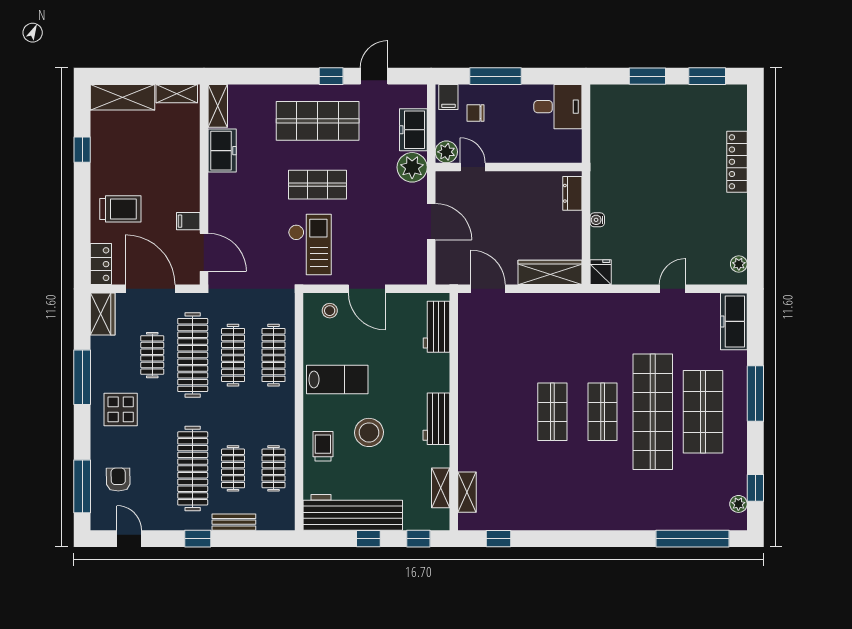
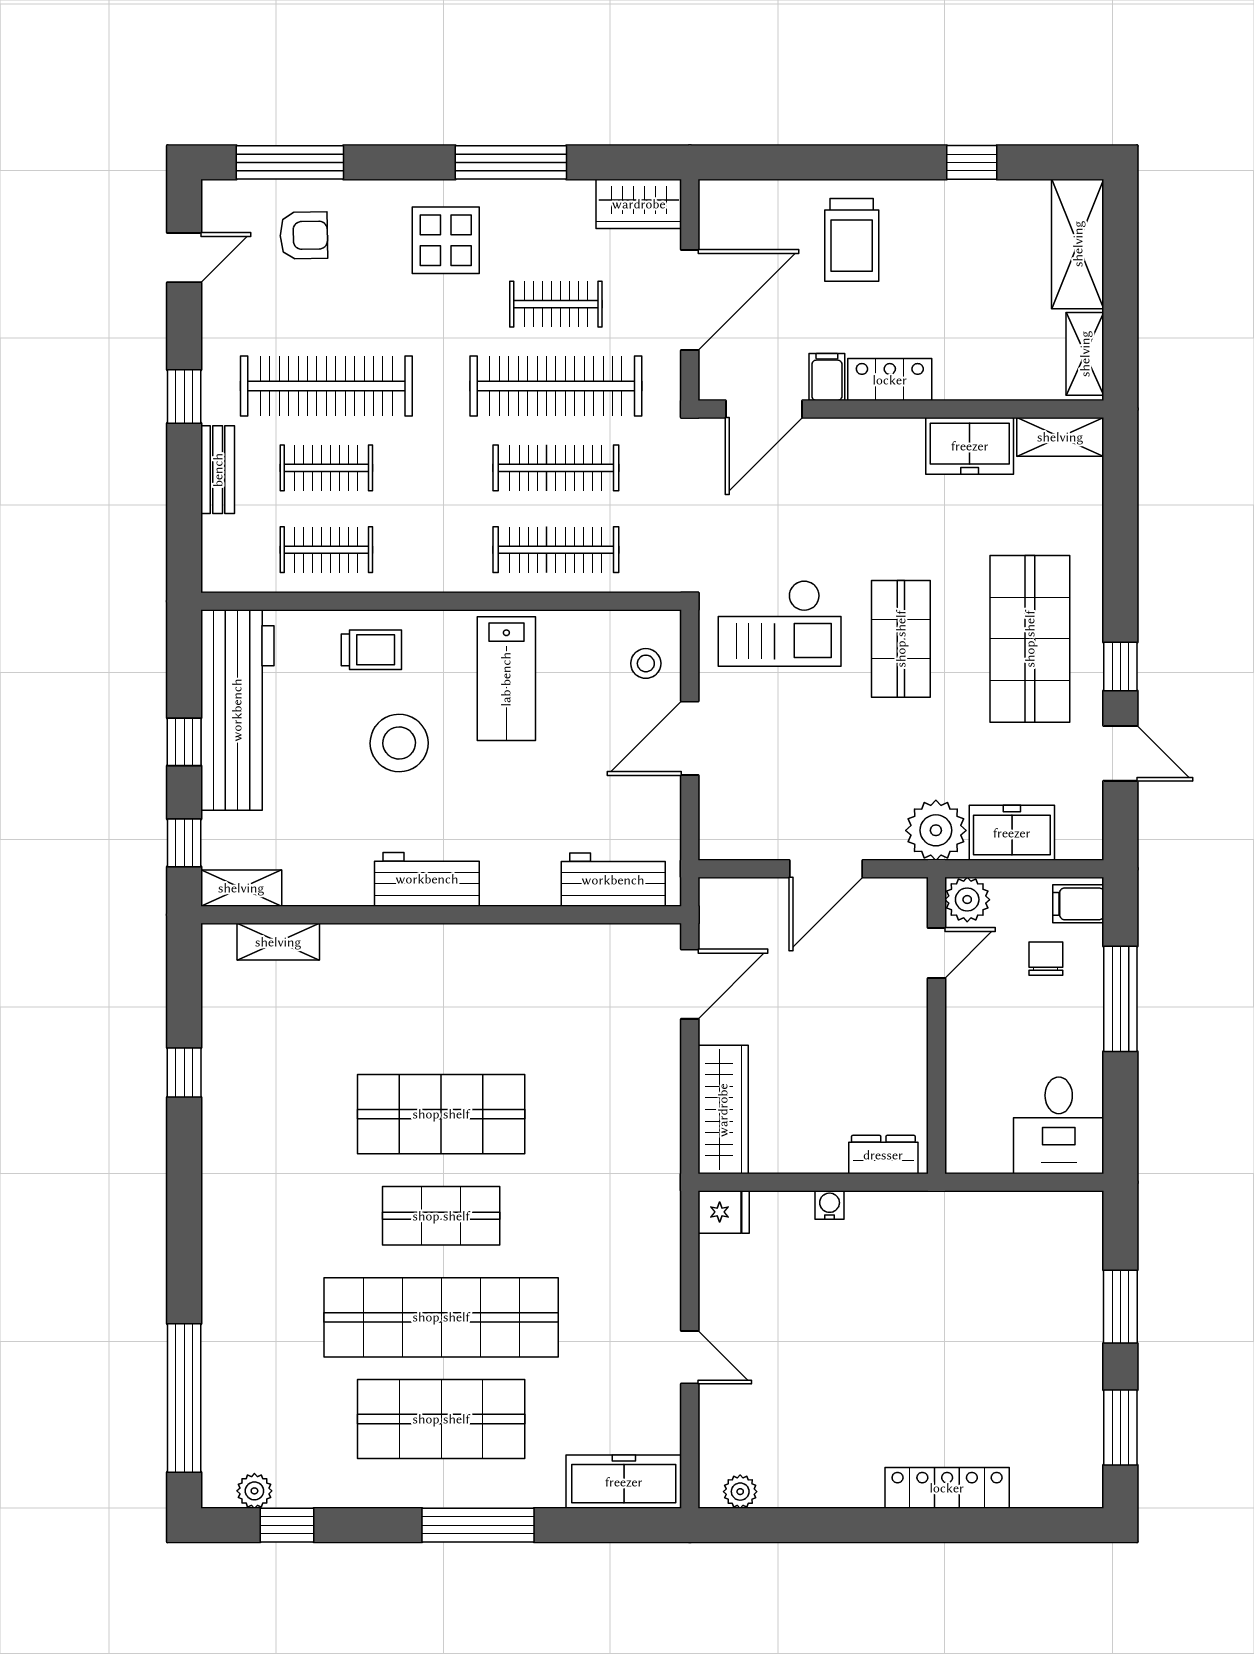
locker: (101, 264) -> (890, 380), moved, turned 180
shop shelf: (552, 412) -> (441, 1114), width x1.43, depth x1.36
shelving: (441, 488) -> (241, 888), moved
window: (499, 539) -> (184, 1072), moved

